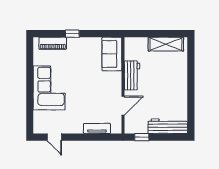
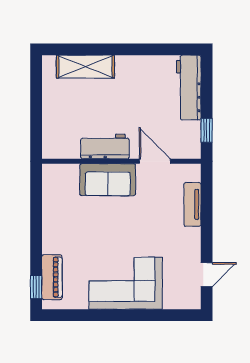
window: (72, 34) -> (36, 287), moved
shelving: (166, 44) -> (85, 67), moved, turned 90
sofa: (112, 54) -> (108, 180), moved

